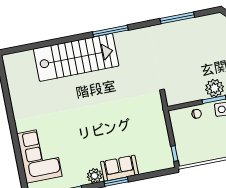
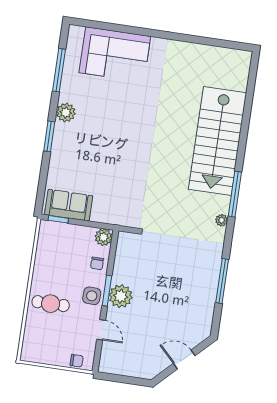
plant: (133, 34) -> (222, 220), added
plant: (176, 116) -> (104, 237), added
sofa: (119, 168) -> (69, 205), moved, turned -90

